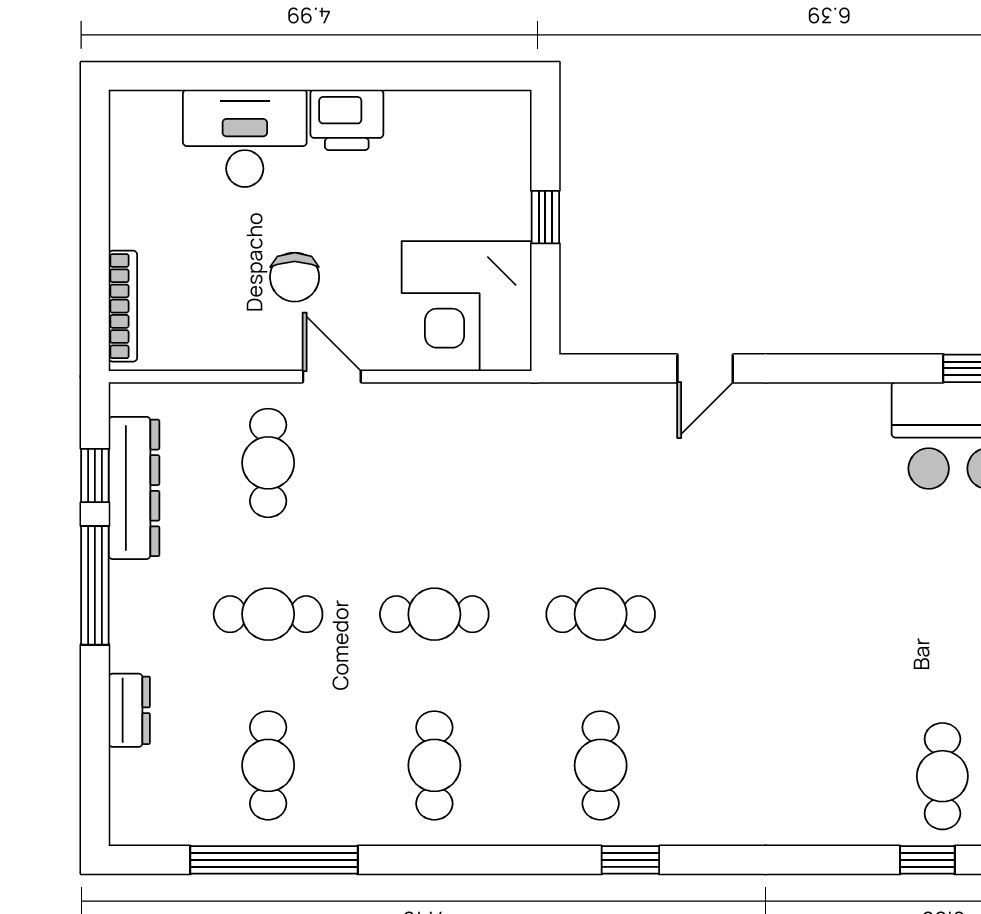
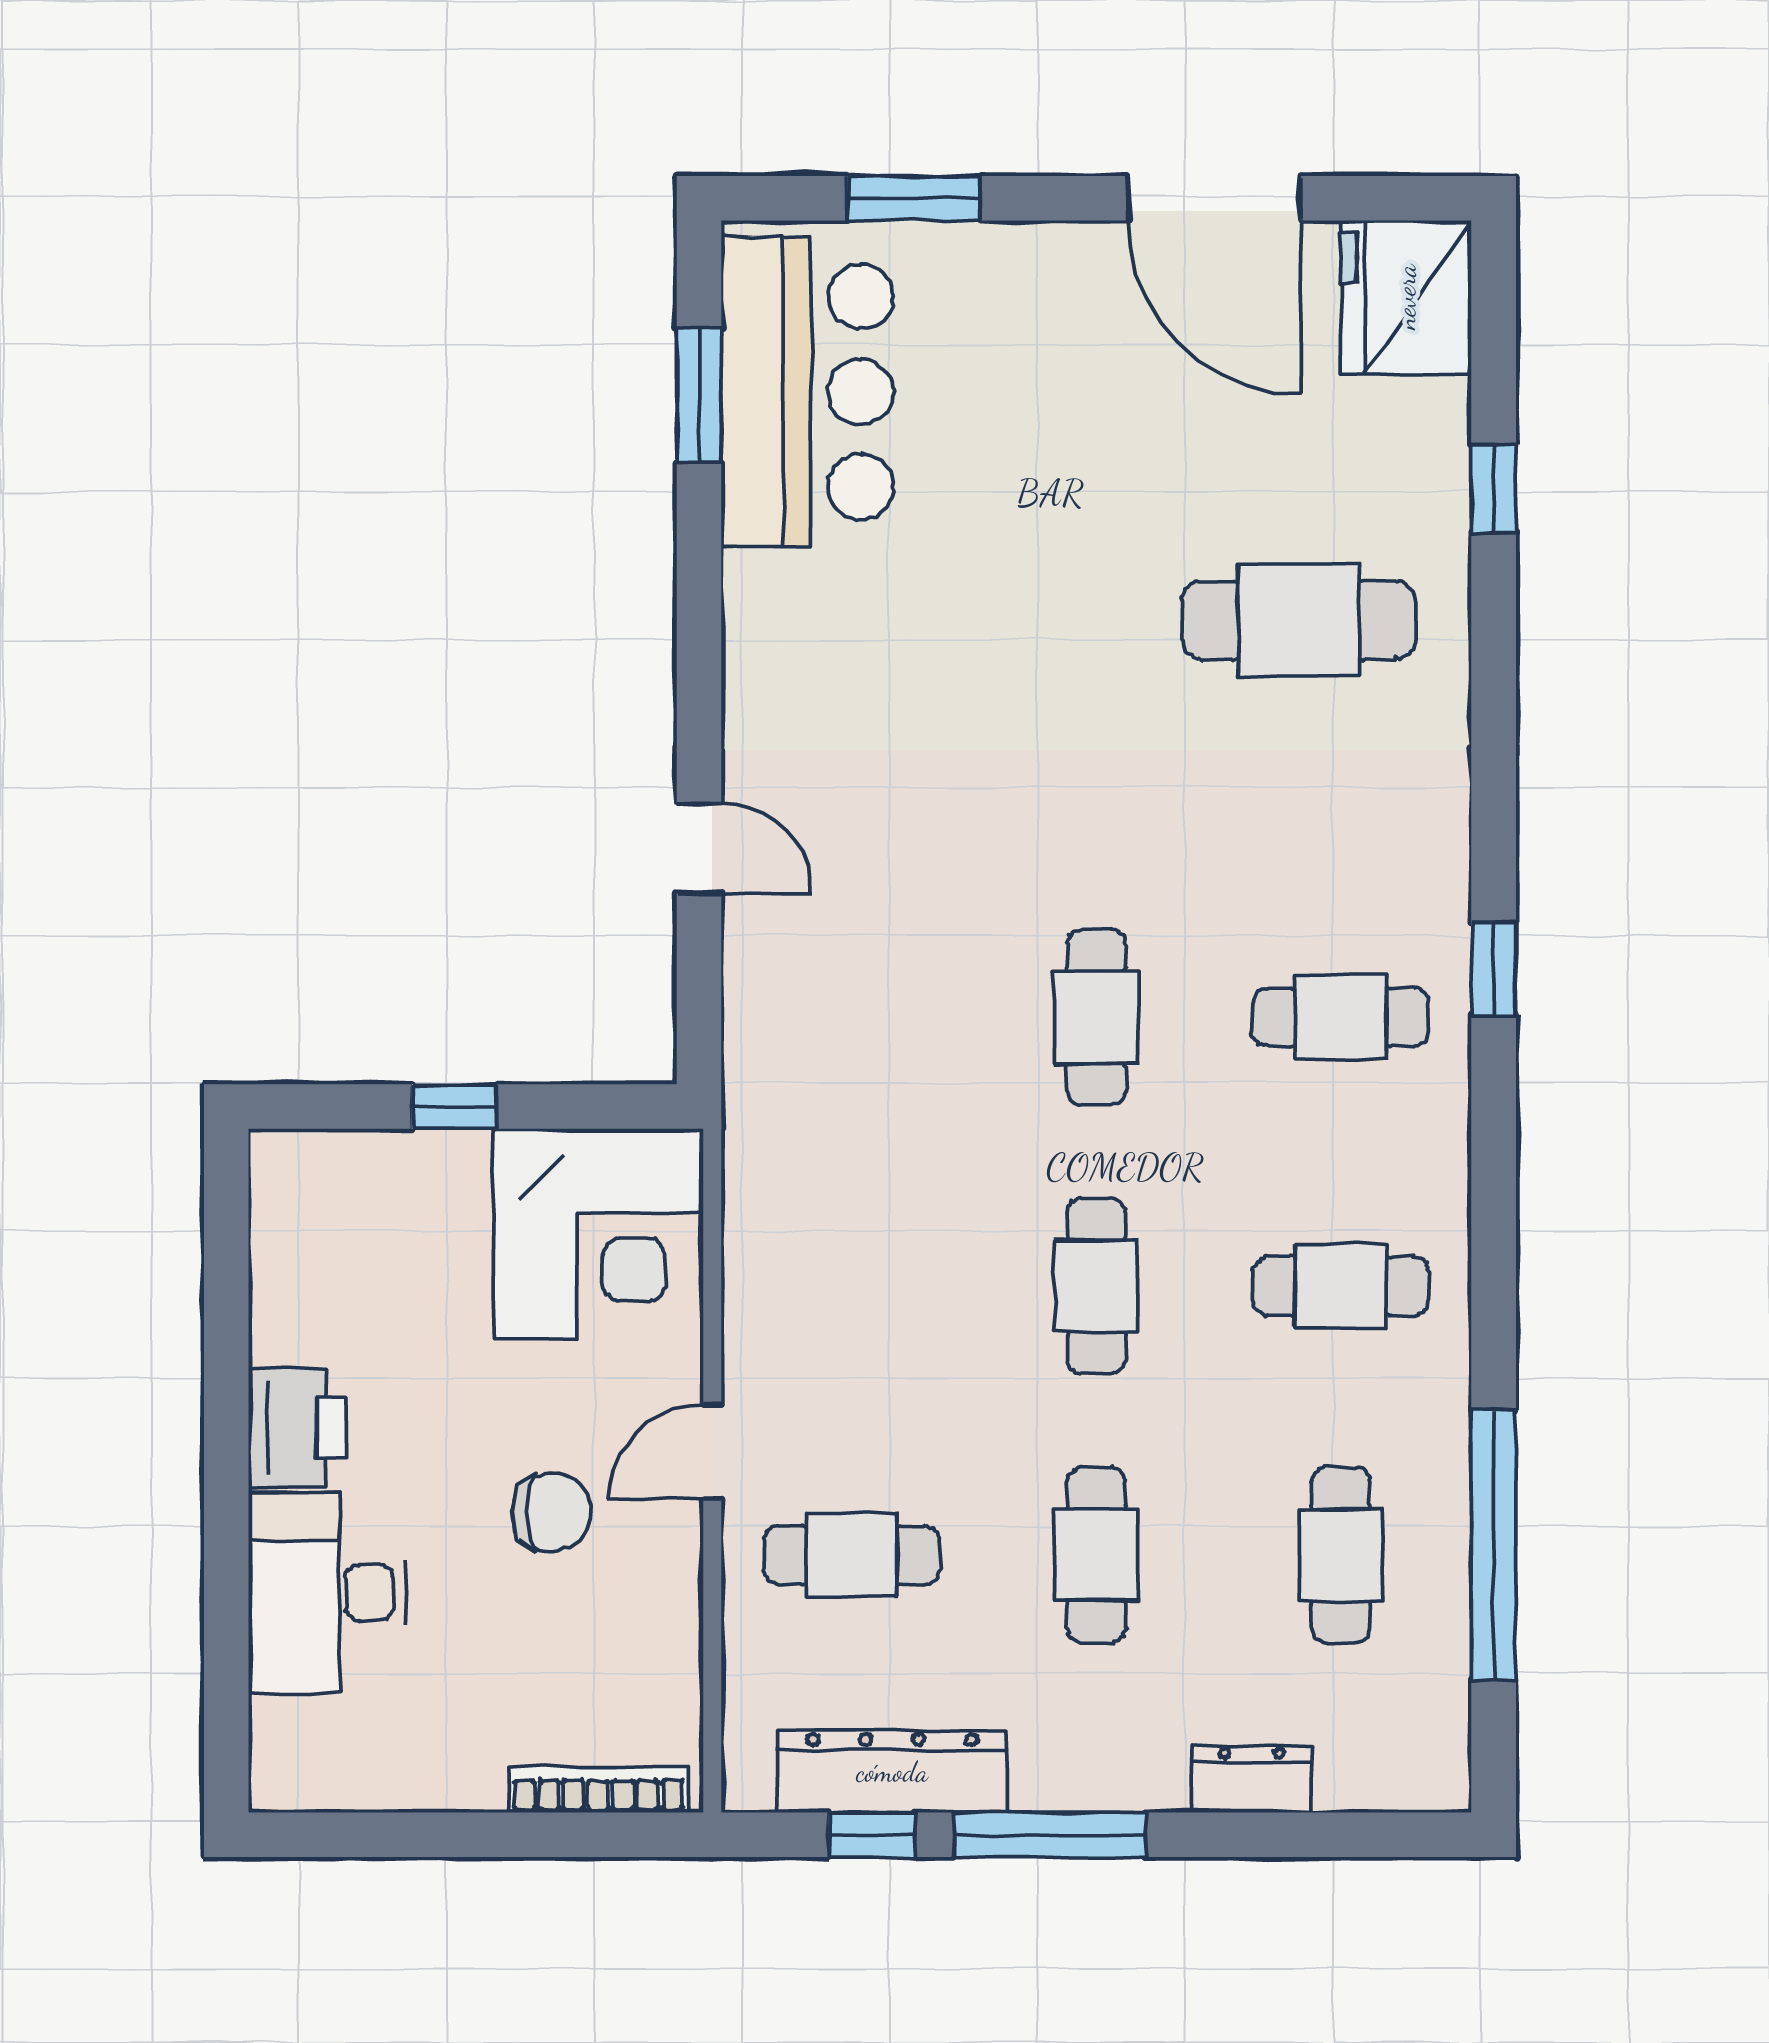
cafe table: (268, 765) -> (1341, 1555), turned 90
cafe table: (942, 776) -> (1299, 620), moved, width x1.37, depth x1.35

